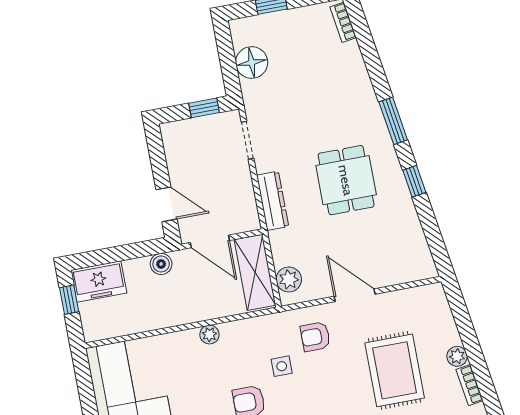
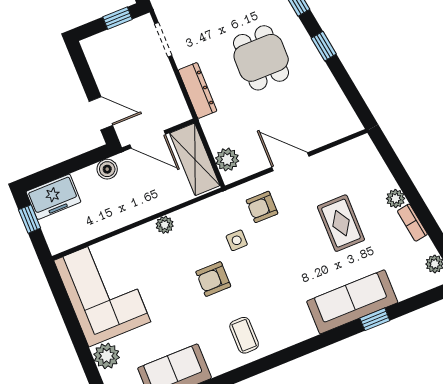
rug: (395, 370) -> (341, 223), width x0.73, depth x0.70

